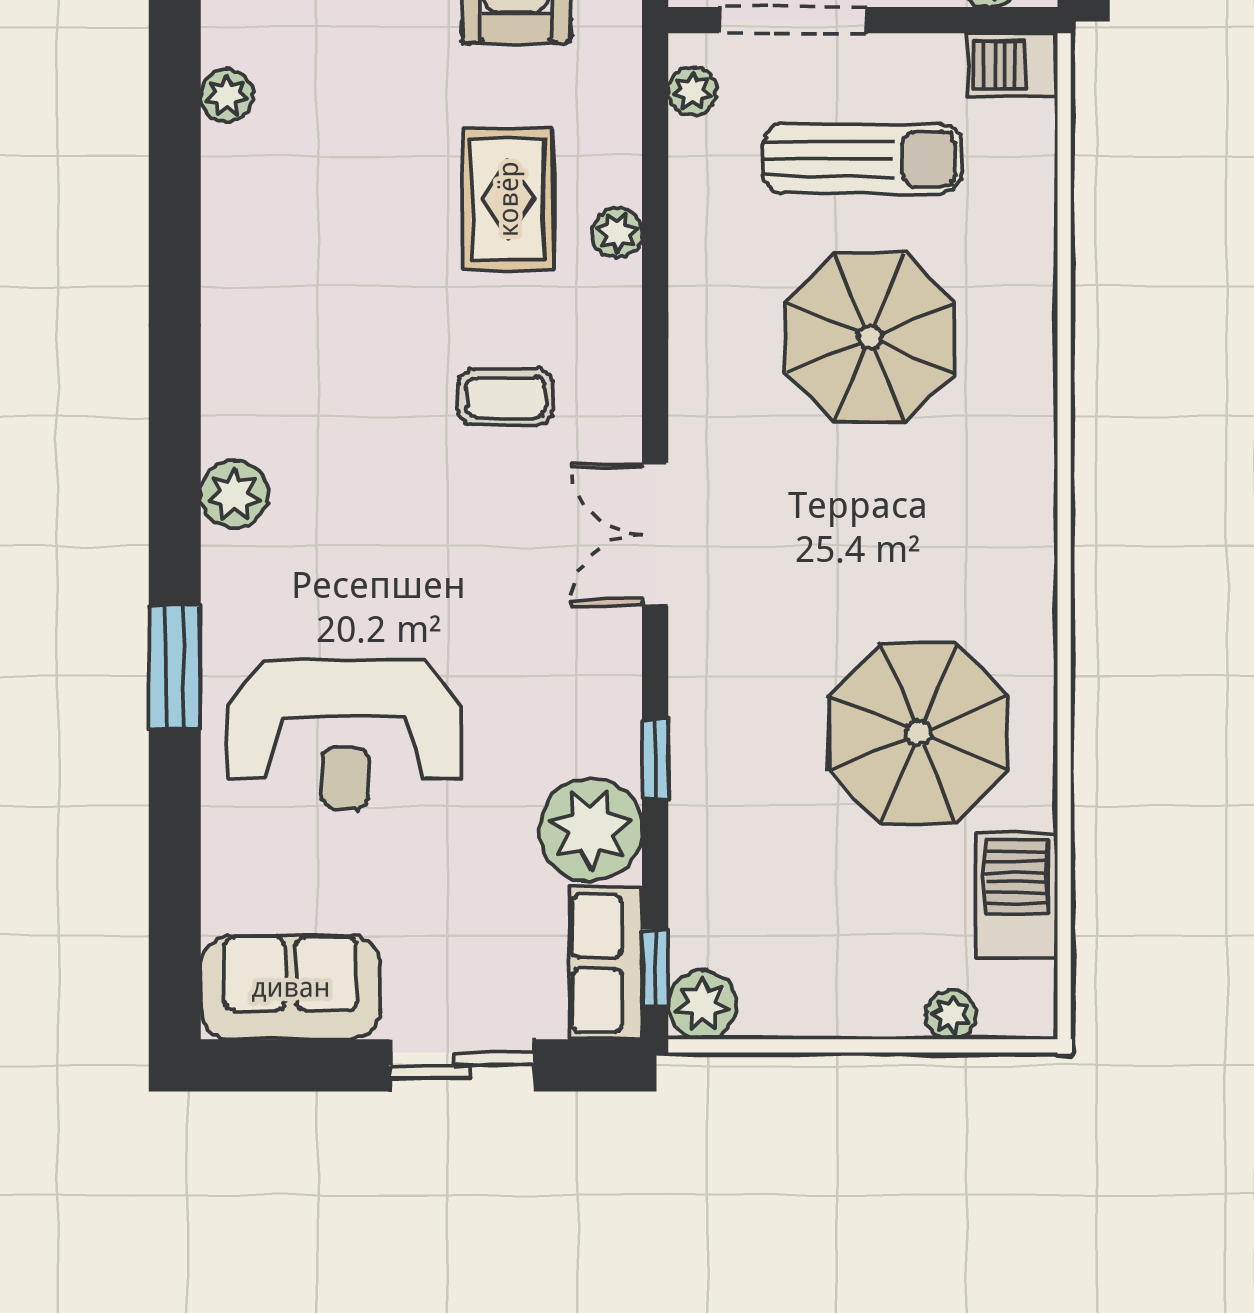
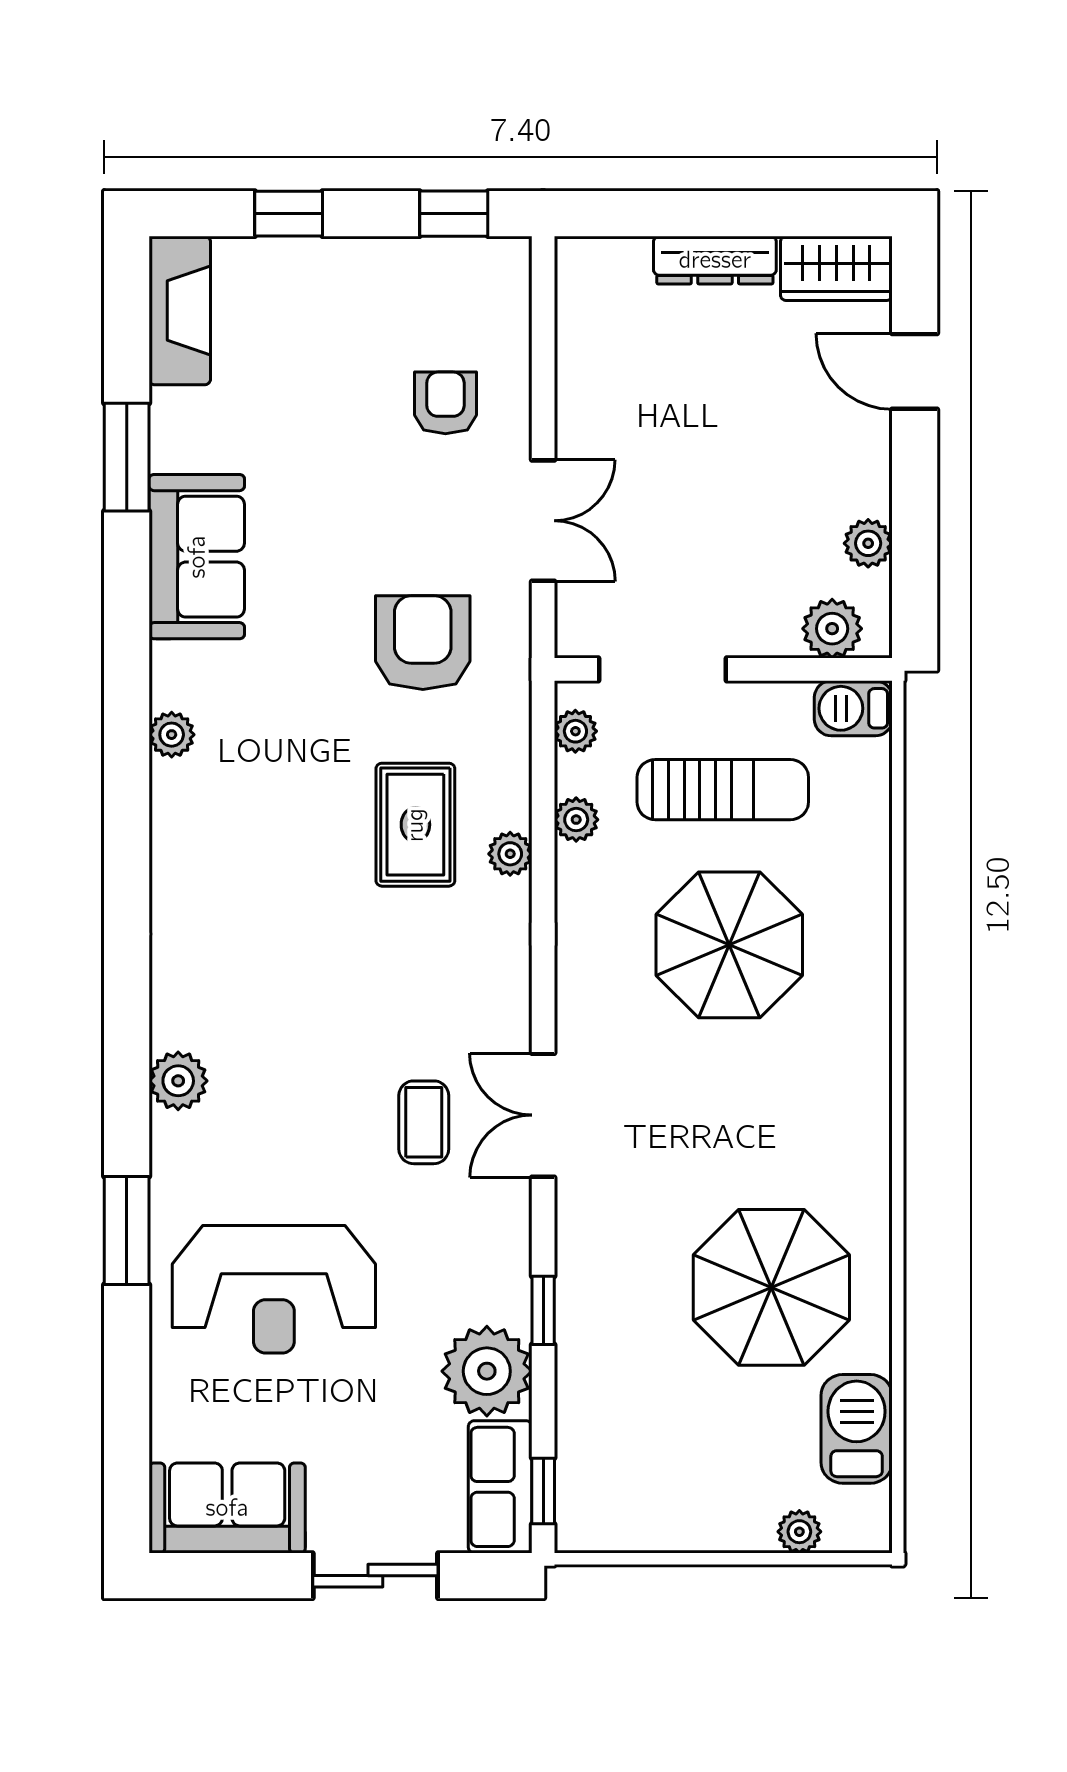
coffee table: (506, 397) -> (424, 1122), moved, turned 90
plant: (703, 1005) -> (576, 820), moved, width x0.73, depth x0.73

